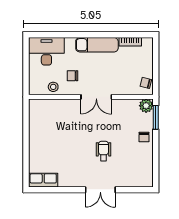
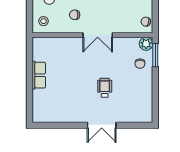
stool: (53, 87) -> (43, 21), moved
chair: (144, 137) -> (140, 64), moved
row of seats: (43, 180) -> (39, 75), moved, turned 90

